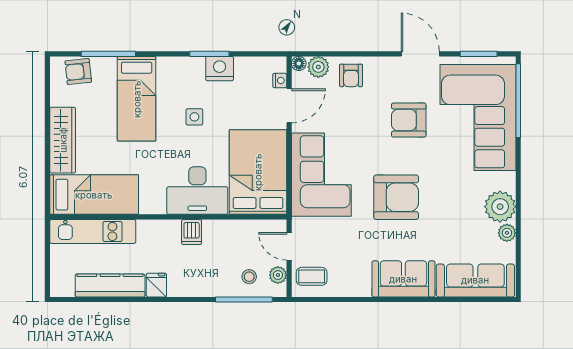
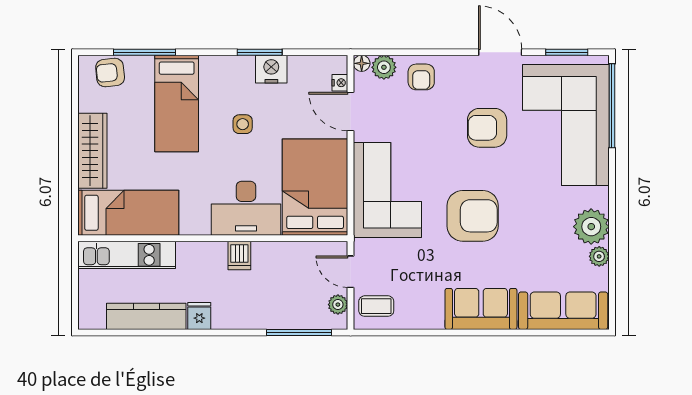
door: (289, 106) -> (351, 112), swing flipped
stool: (249, 277) -> (305, 306), removed

